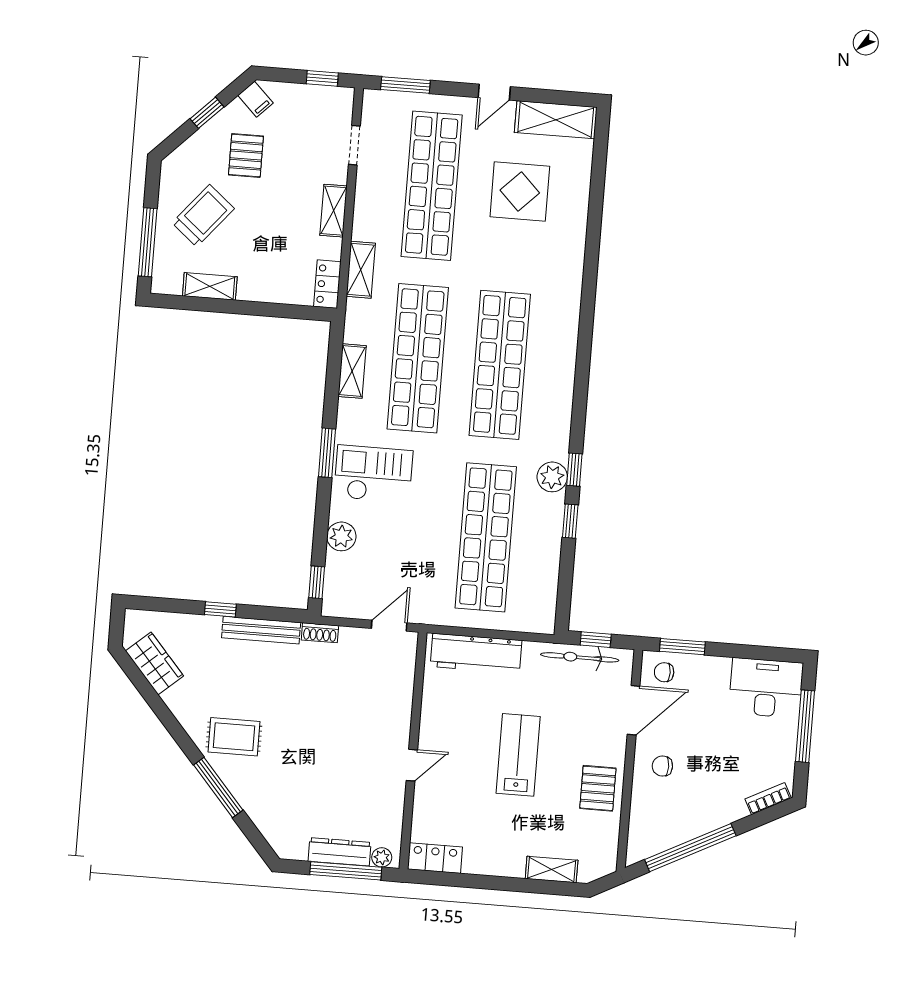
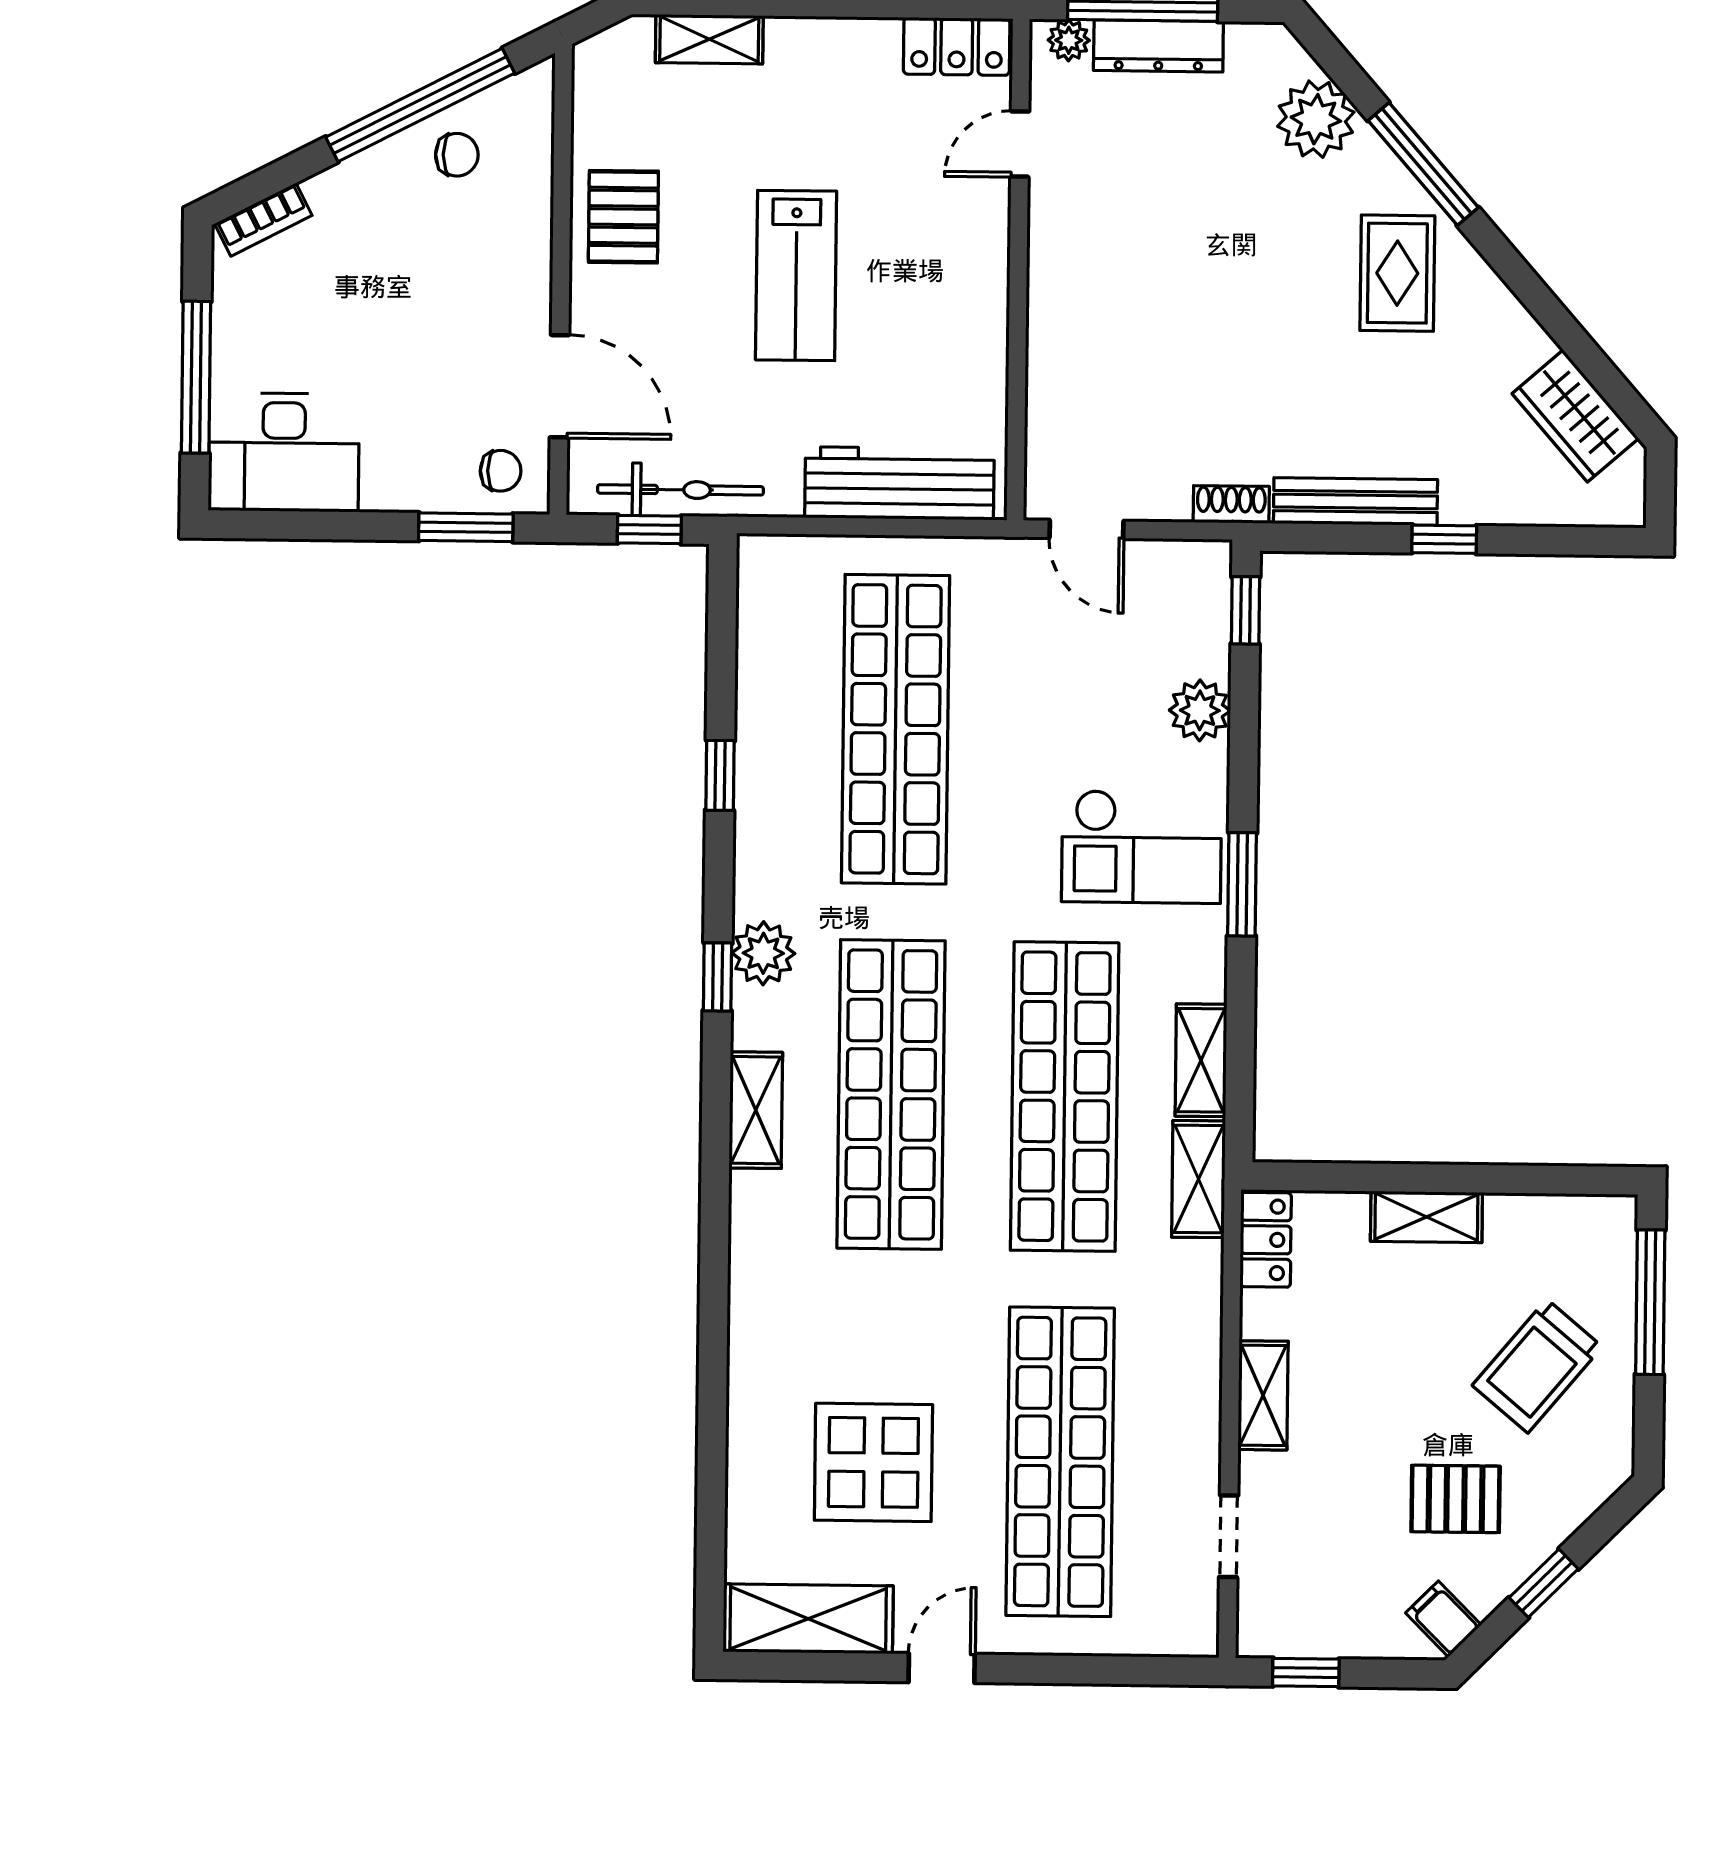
window: (405, 85) -> (1130, 1670), removed
pallet: (246, 156) -> (1456, 1499), turned 90
shelving: (361, 270) -> (1198, 1179), moved
shelving: (210, 286) -> (1426, 1217), moved
shelving: (564, 362) -> (756, 1110), added
window: (574, 470) -> (718, 977), moved
plant: (552, 477) -> (763, 953), moved
door: (389, 626) -> (1087, 529), hinge flipped
door: (634, 710) -> (559, 386), swing flipped
rug: (234, 737) -> (1397, 273), turned 90
door: (412, 765) -> (1020, 144), moved
chair: (662, 766) -> (457, 155), moved
plant: (268, 812) -> (1316, 119), added

